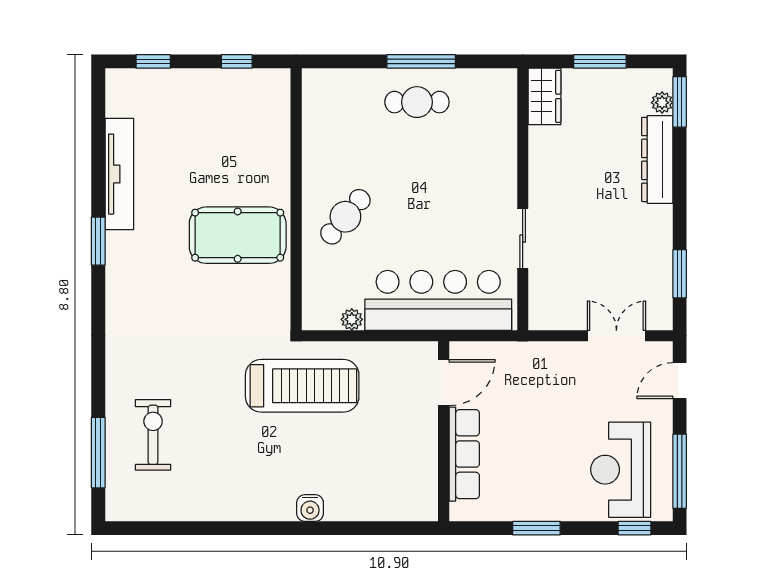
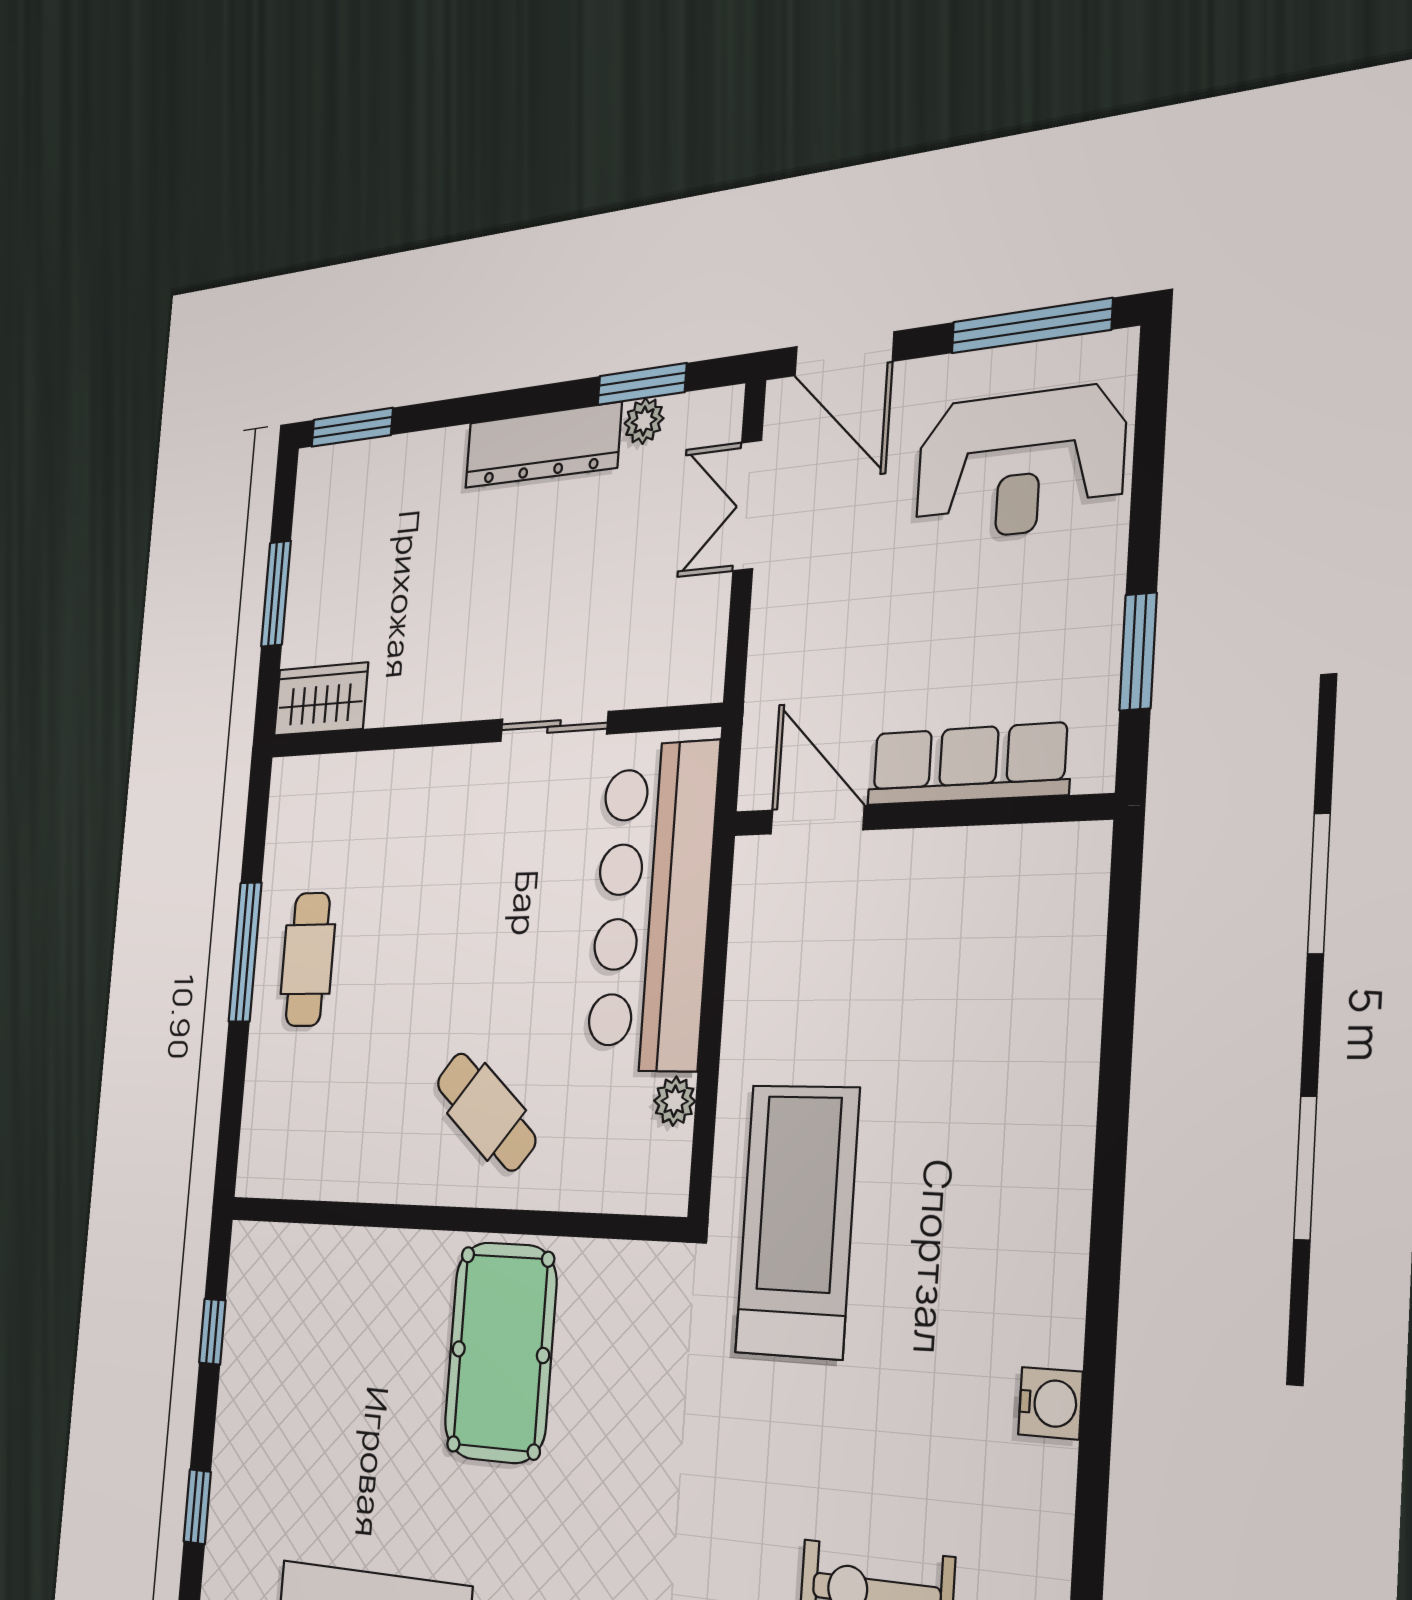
plant: (662, 103) -> (644, 421), moved
dresser: (657, 159) -> (543, 445), moved
door: (680, 381) -> (844, 354), width x1.38
door: (444, 383) -> (817, 820), moved
wall: (444, 431) -> (917, 815), moved
row of seats: (464, 454) -> (968, 764), moved
water cooler: (310, 508) -> (1050, 1403), moved
window: (635, 528) -> (1151, 415), removed

